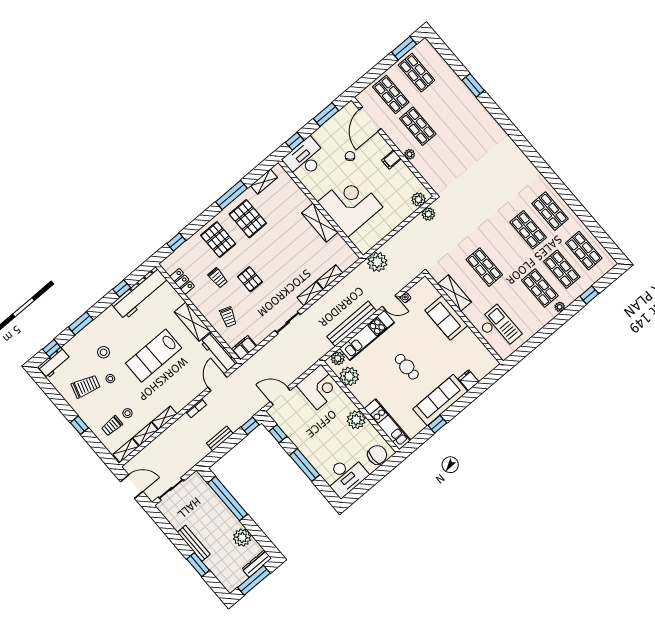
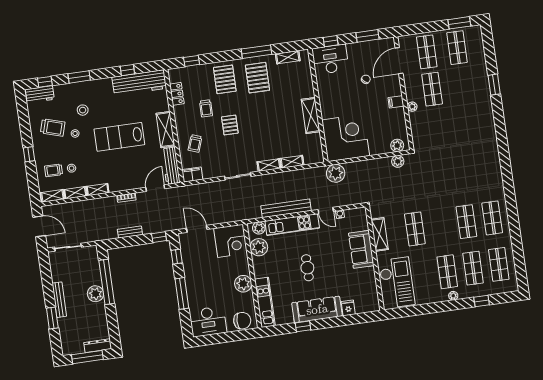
corner desk: (350, 205) -> (346, 138), moved
checkout: (499, 328) -> (397, 283), width x1.36, depth x1.21
plant: (242, 538) -> (96, 294), moved

